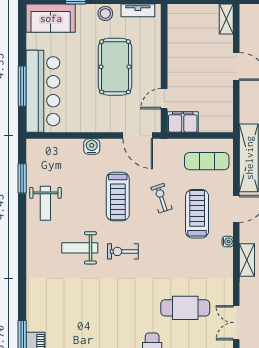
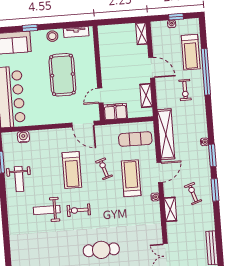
shelving: (226, 103) -> (146, 96), added
water cooler: (92, 147) -> (23, 137), moved
cafe table: (185, 308) -> (101, 250), moved

